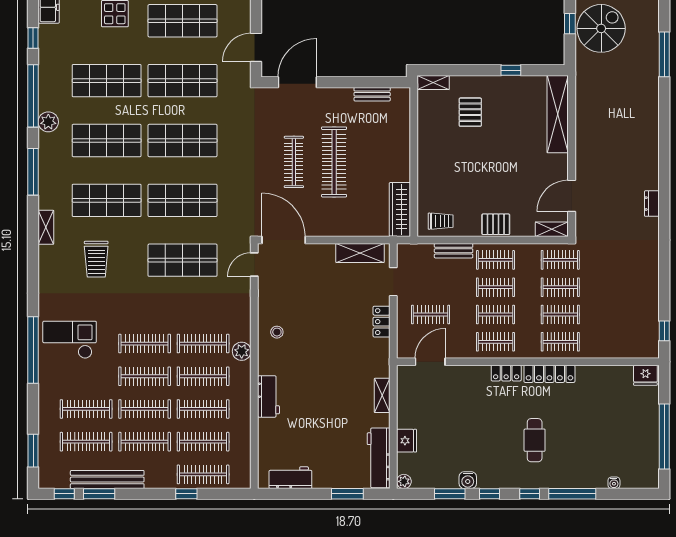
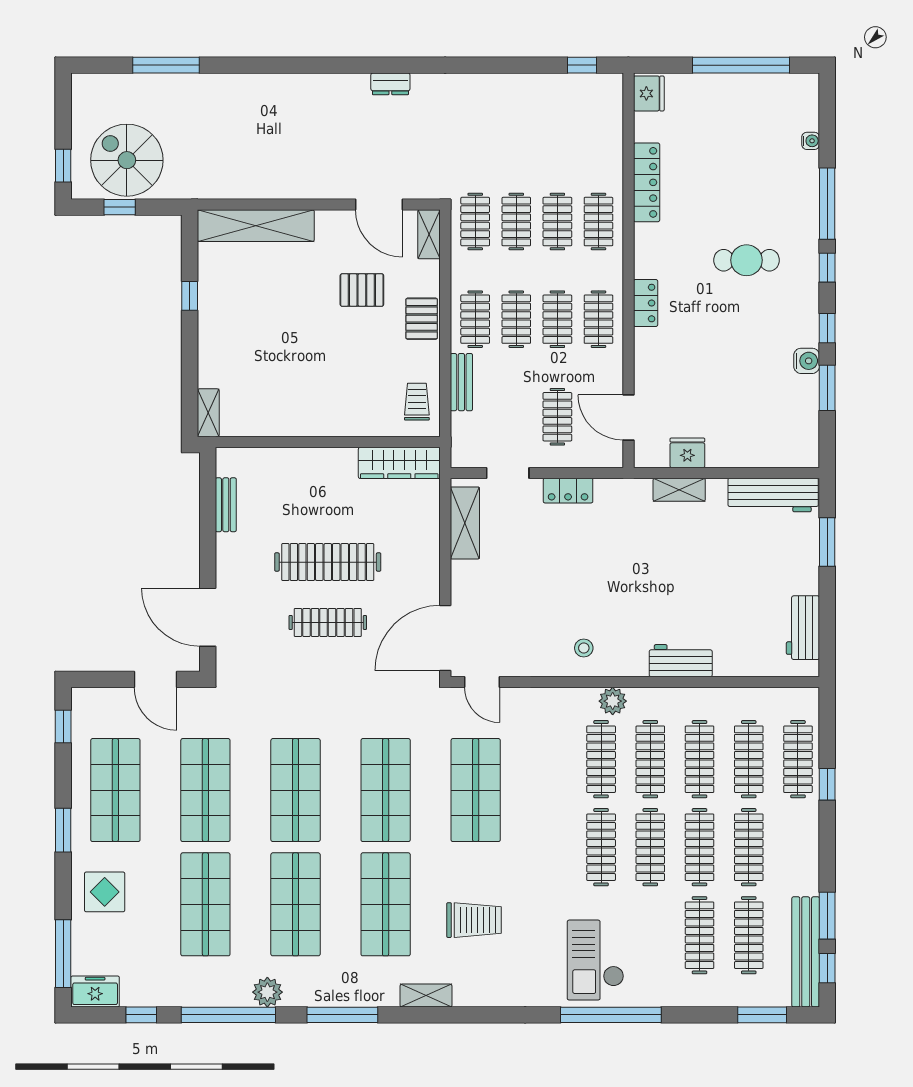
pallet: (470, 112) -> (362, 290), moved
locker: (549, 374) -> (647, 182), moved
fridge: (407, 441) -> (687, 453), moved
bench: (107, 480) -> (806, 952), moved
plant: (404, 481) -> (809, 457), removed

